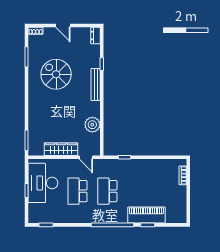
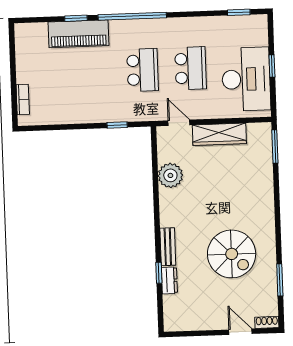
door: (63, 26) -> (240, 332), moved
dresser: (95, 36) -> (169, 280), moved
bench: (96, 85) -> (168, 247), width x0.73

